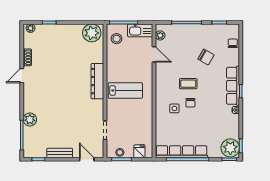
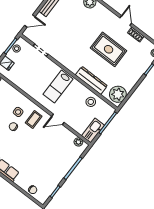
stool: (117, 39) -> (91, 102), moved
door: (154, 54) -> (58, 119), moved
chair: (206, 57) -> (38, 163), removed
rug: (59, 71) -> (109, 49), added
dresser: (97, 81) -> (91, 80), moved
coffee table: (188, 84) -> (34, 119), moved

